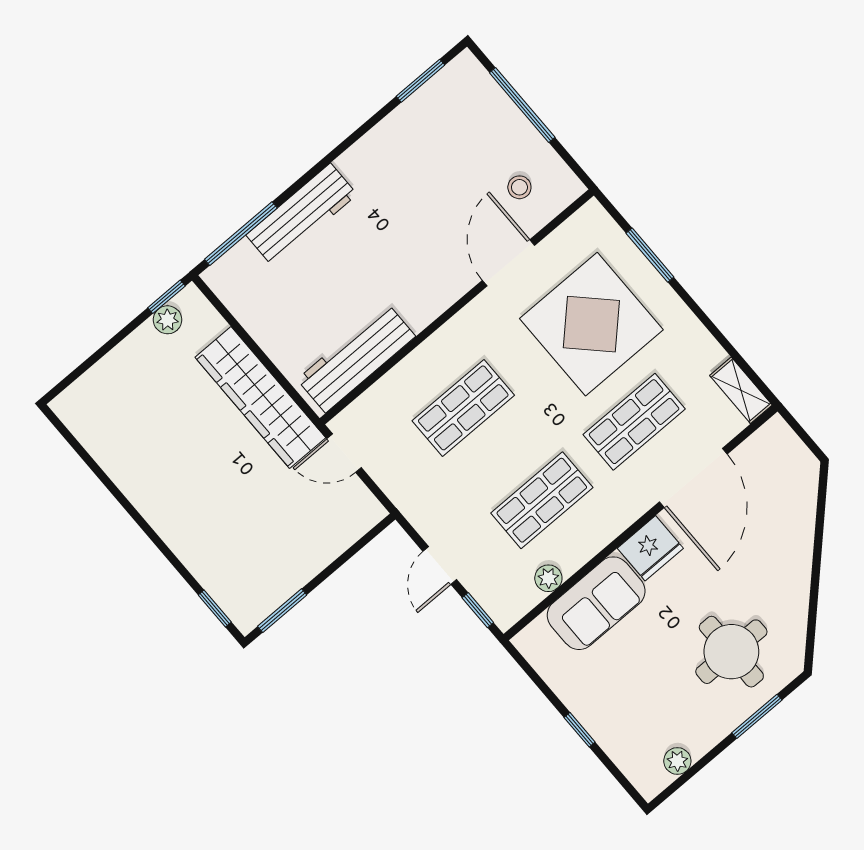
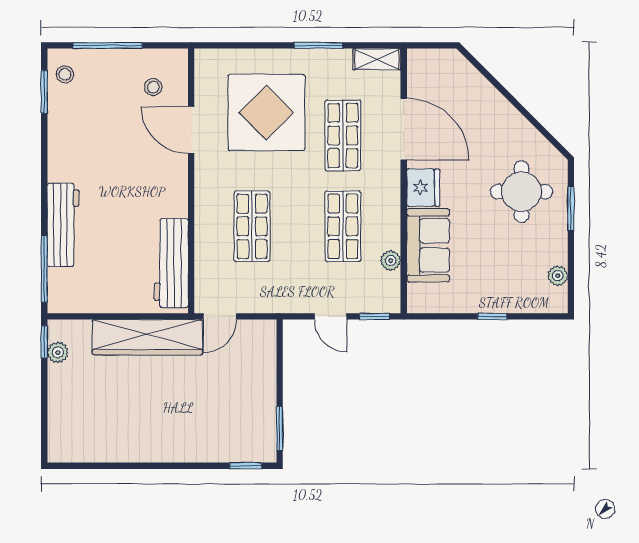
stool: (456, 87) -> (65, 74), added
window: (650, 255) -> (319, 45), moved

